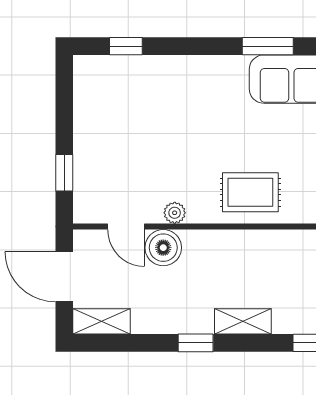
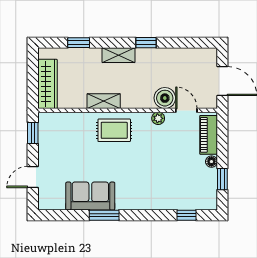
floor lamp: (83, 138) -> (211, 162), added
window: (64, 173) -> (222, 179), moved
piano: (88, 184) -> (209, 135), added
shelving: (102, 321) -> (104, 101), moved

